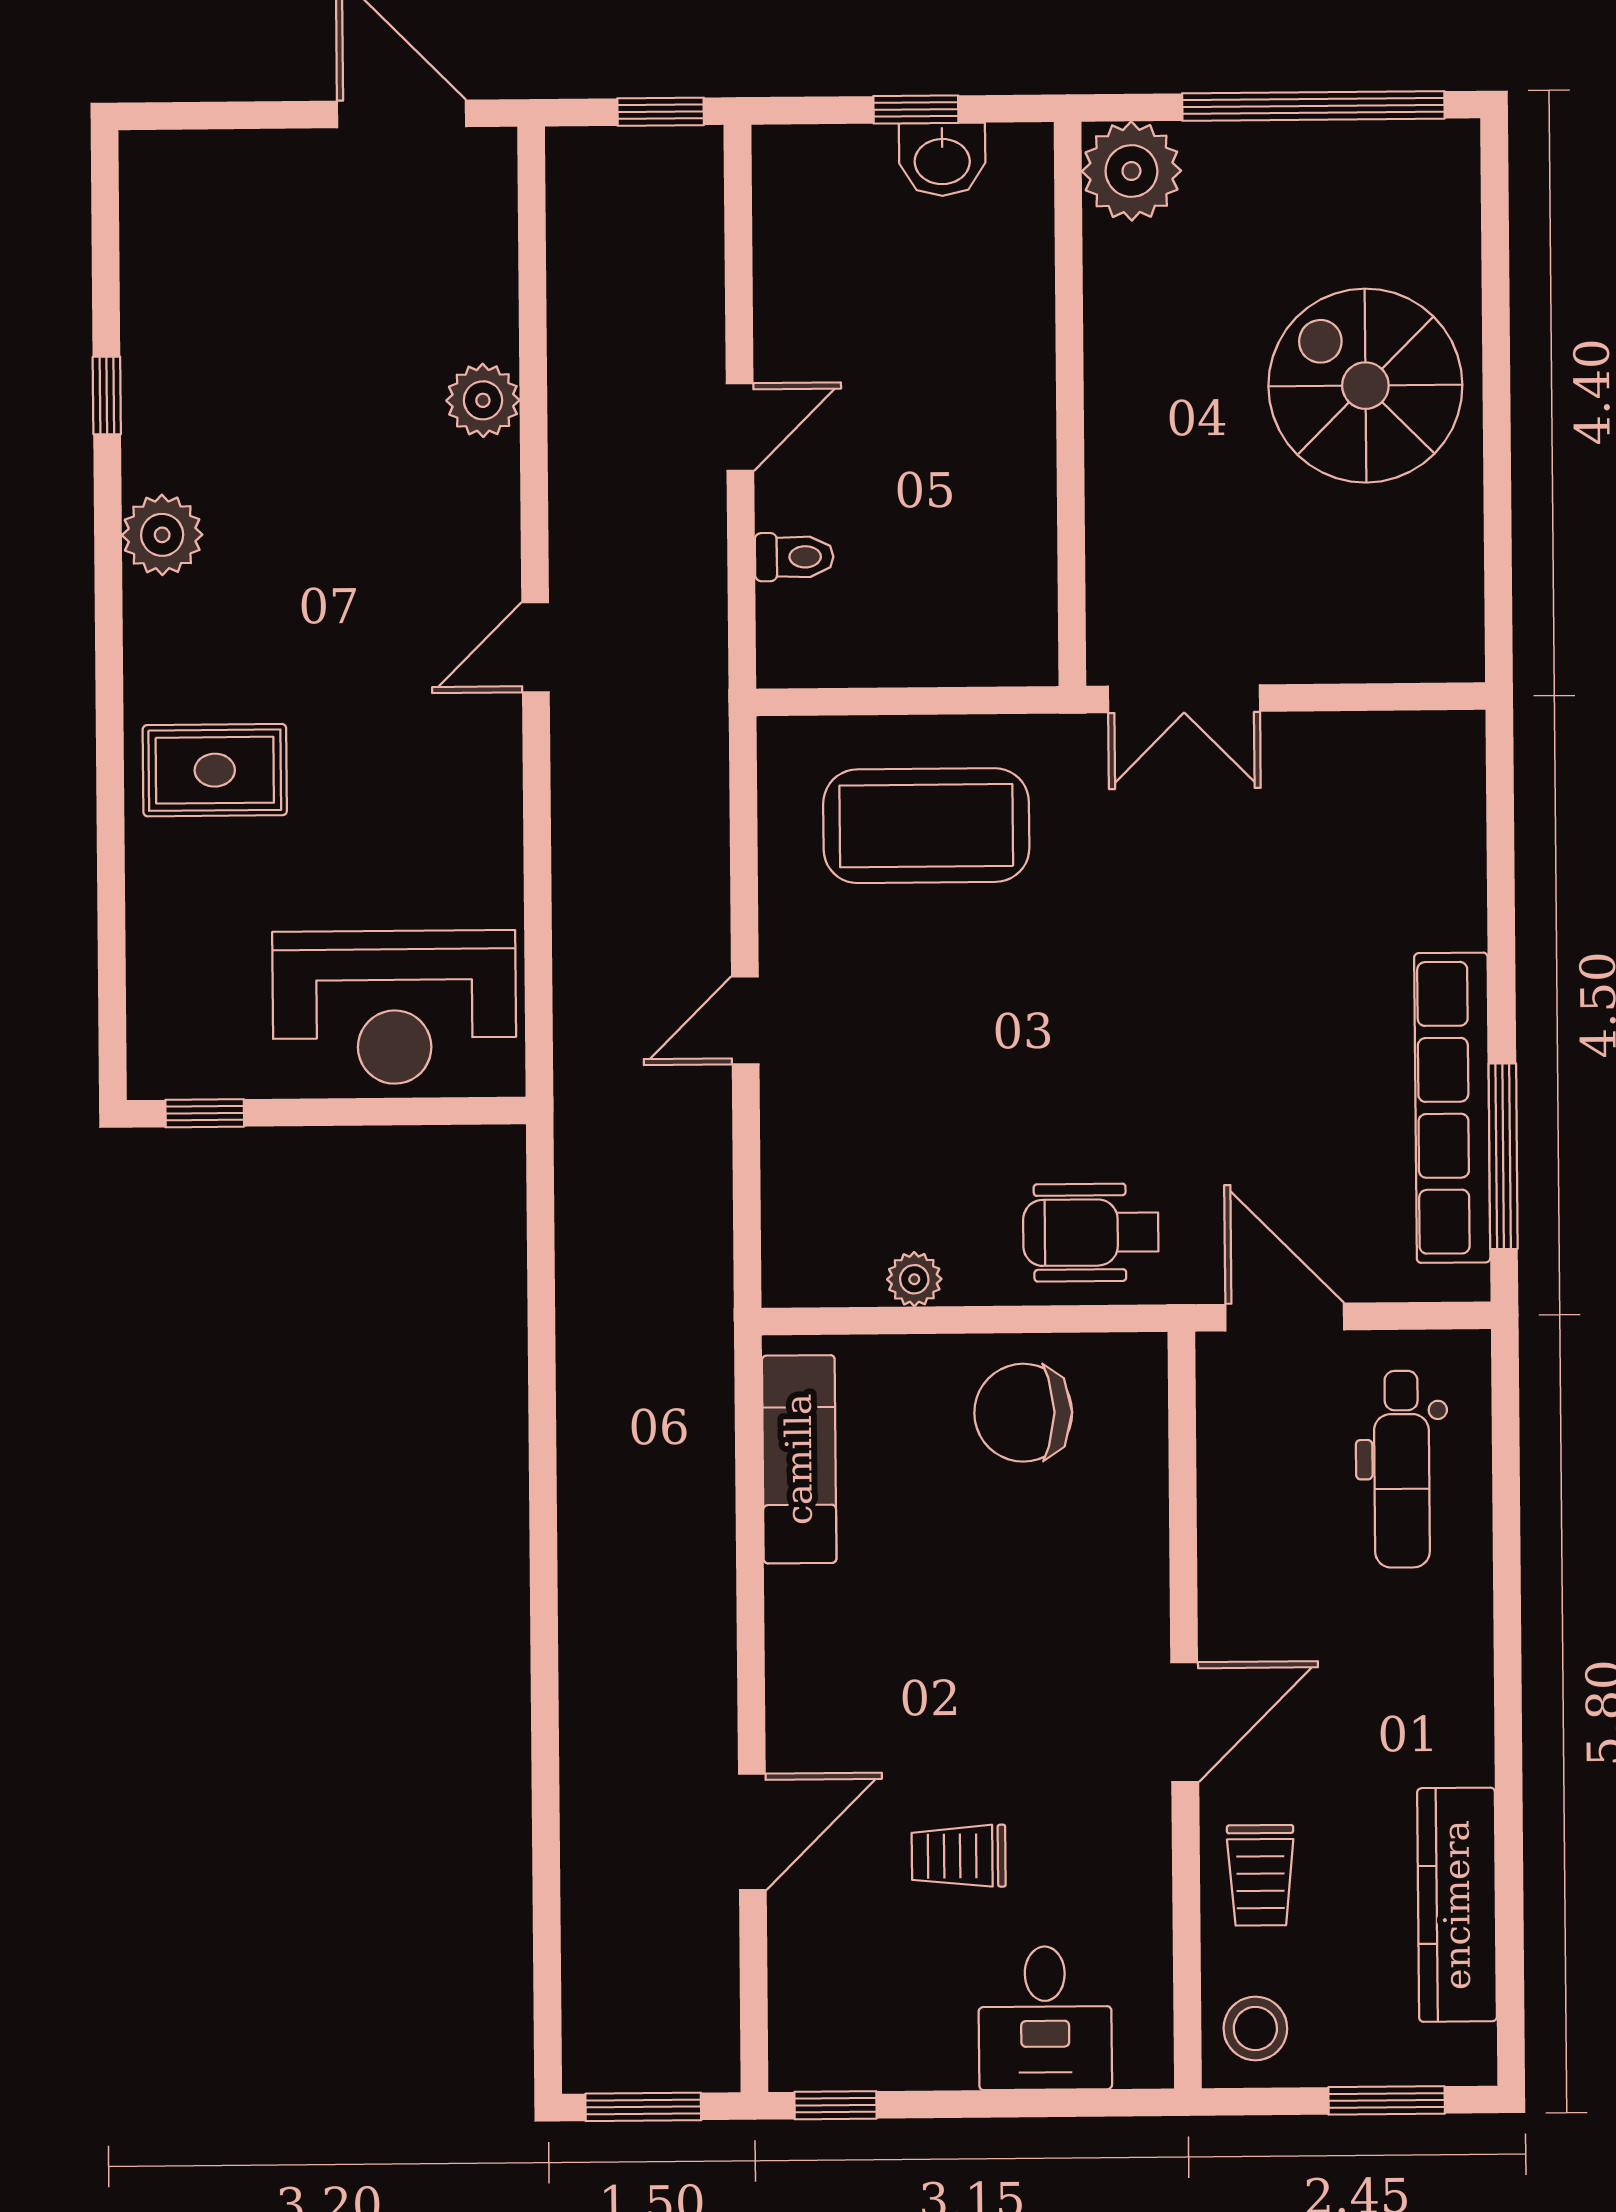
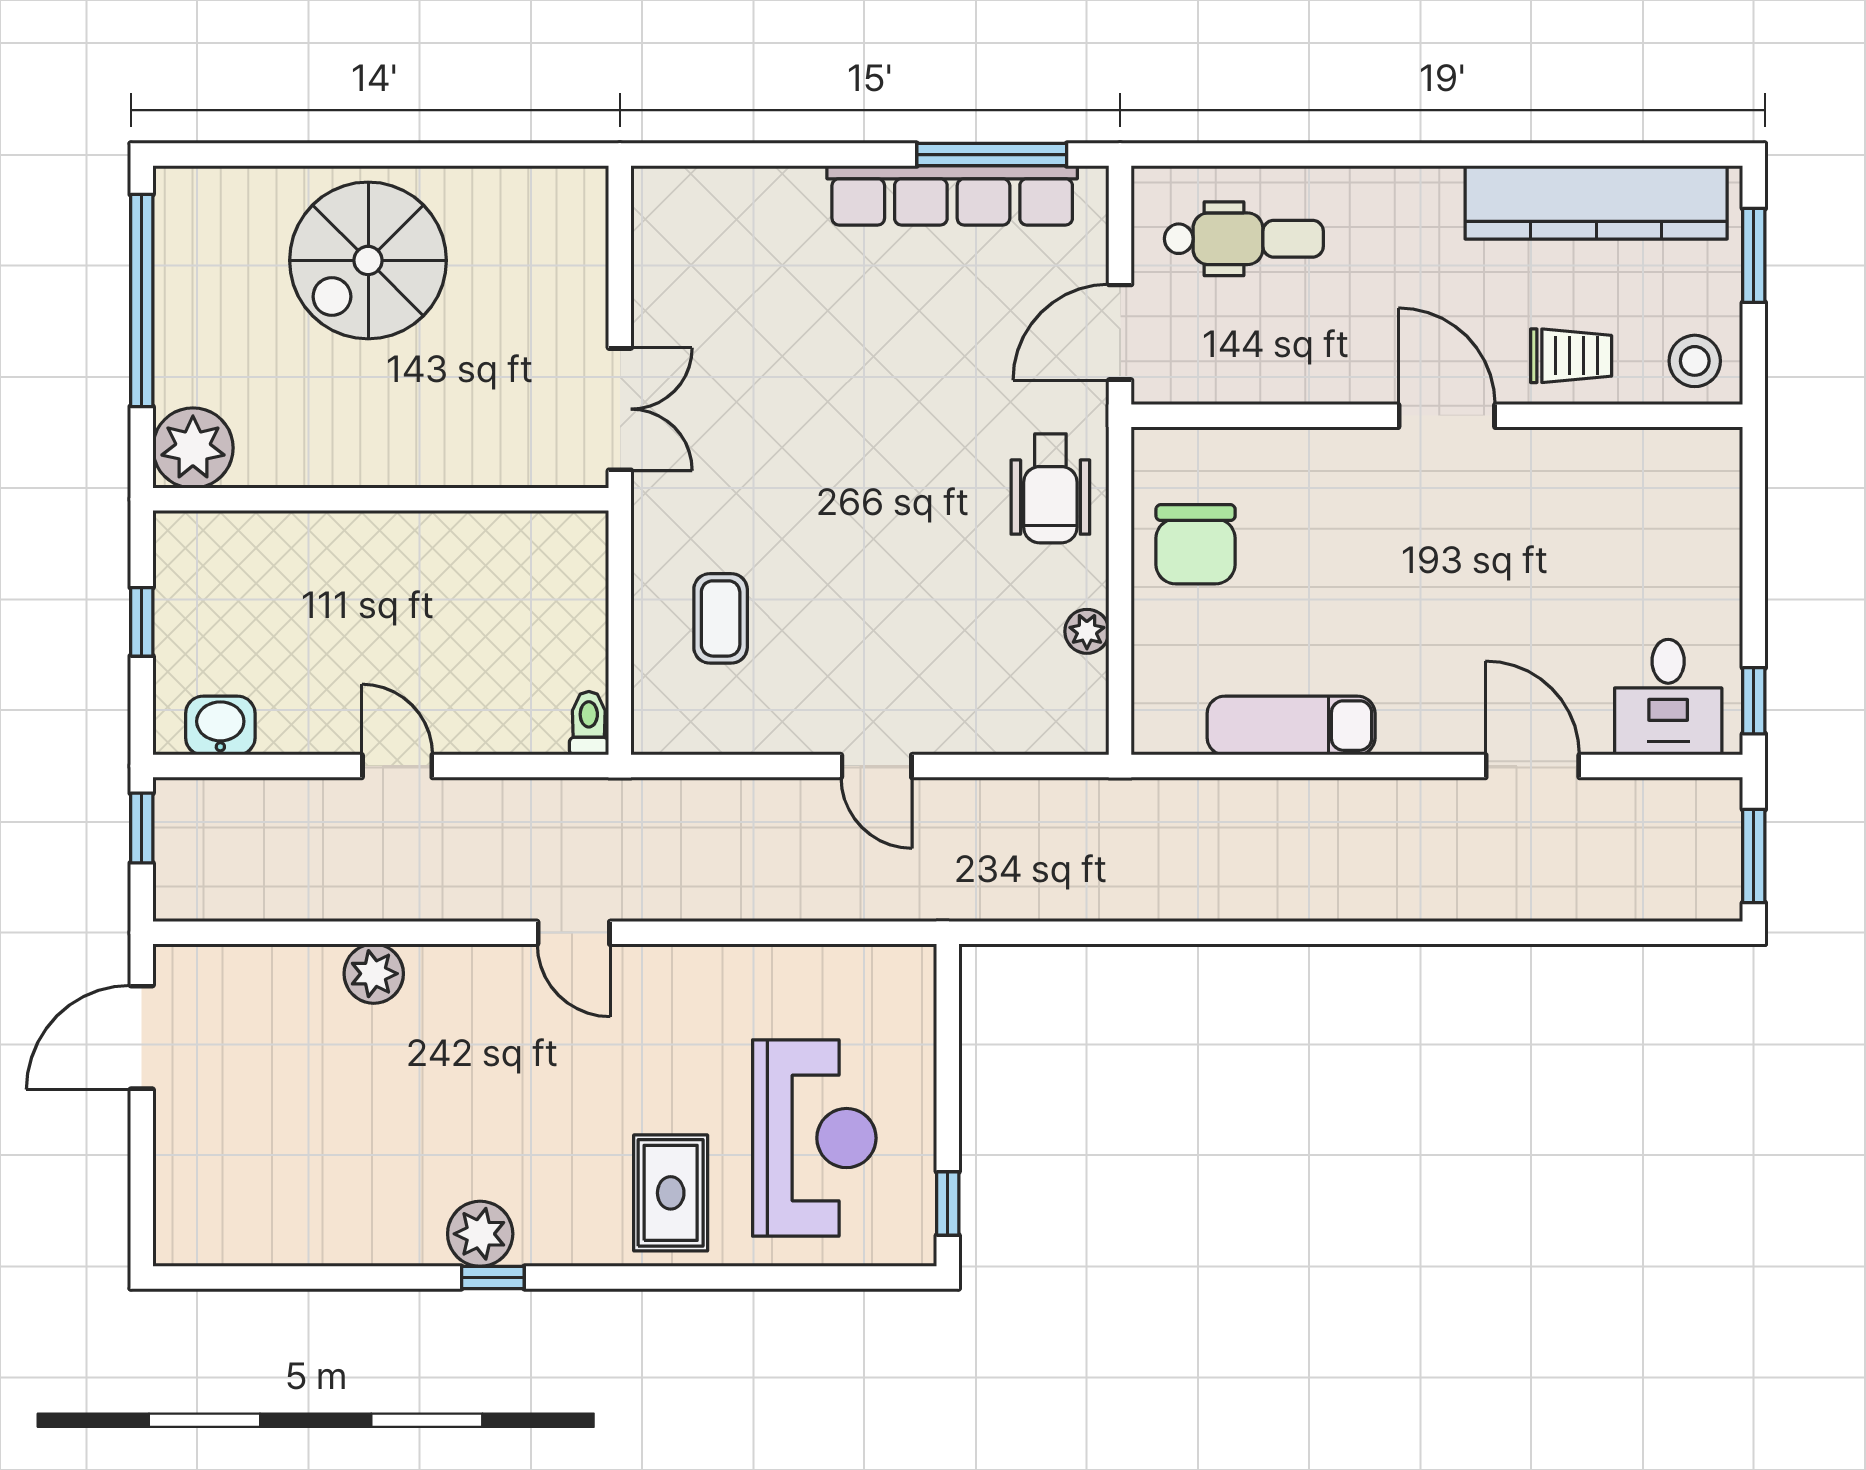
washbasin: (942, 159) -> (220, 726), moved, turned -90
window: (107, 396) -> (493, 1278), moved
toilet: (794, 557) -> (589, 723), moved
coffee table: (926, 826) -> (721, 618), width x0.54, depth x0.58
reception desk: (394, 1007) -> (814, 1138), moved
exam couch: (799, 1459) -> (1291, 726), moved
trolley: (959, 1856) -> (1553, 599), removed
kitchen counter: (1457, 1905) -> (1596, 202), width x1.39, depth x1.17
desk: (1045, 2018) -> (1668, 697), moved, turned 90

